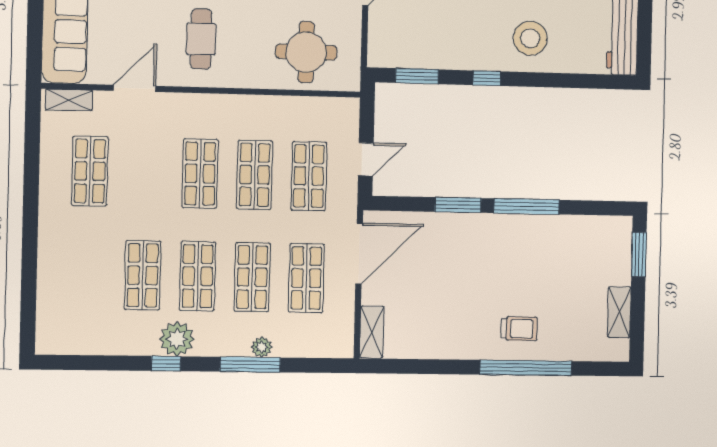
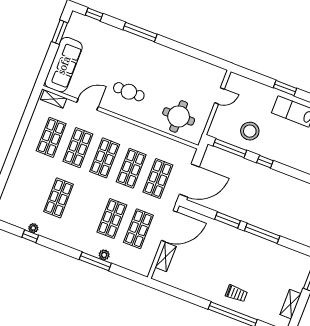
stool: (530, 38) -> (250, 131), moved
cafe table: (201, 39) -> (129, 92), turned 90
window: (417, 76) -> (230, 148), width x1.44
door: (366, 159) -> (189, 180), width x1.87
shop shelf: (198, 276) -> (78, 148), moved
shelving: (372, 332) -> (166, 257), moved
plant: (177, 339) -> (33, 228), moved, width x0.53, depth x0.53
window: (166, 364) -> (30, 236), moved

